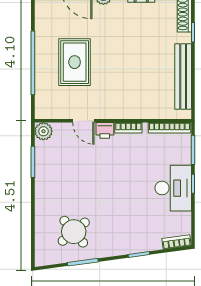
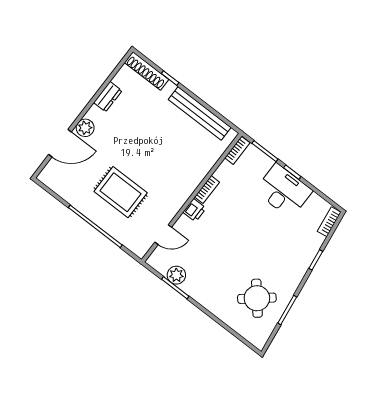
door: (83, 121) -> (163, 235), moved
bookcase: (169, 128) -> (237, 150), width x0.64
plant: (43, 131) -> (176, 275), moved

